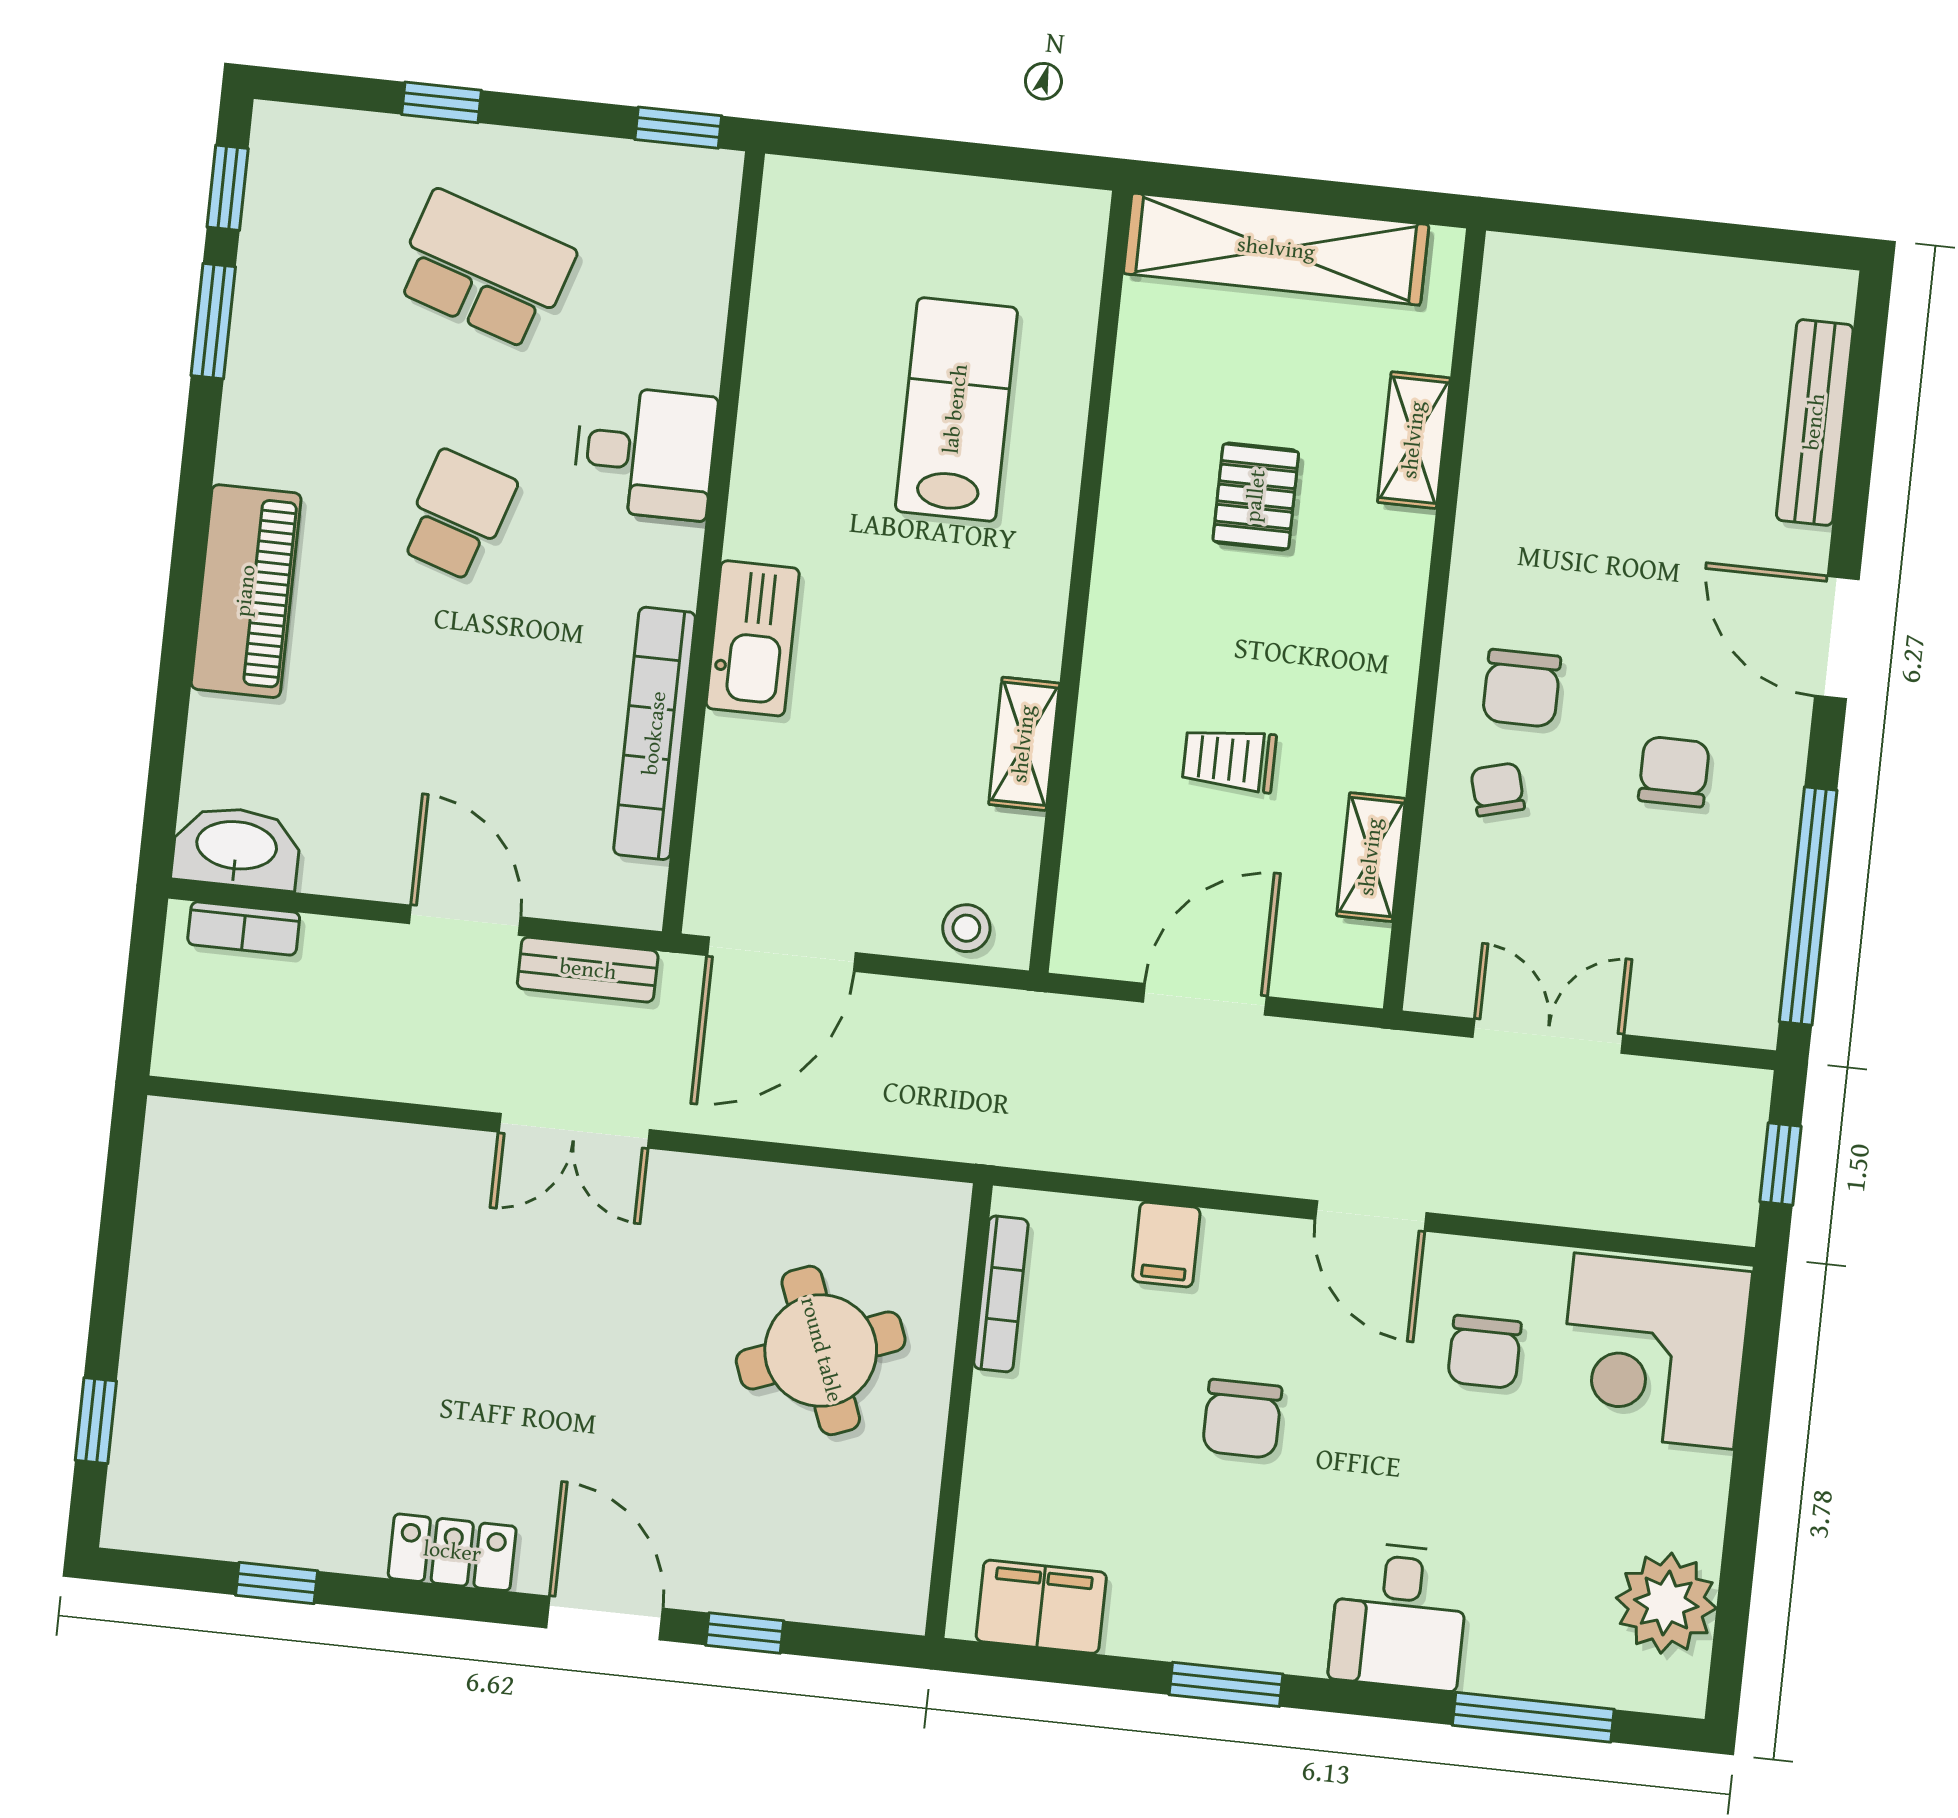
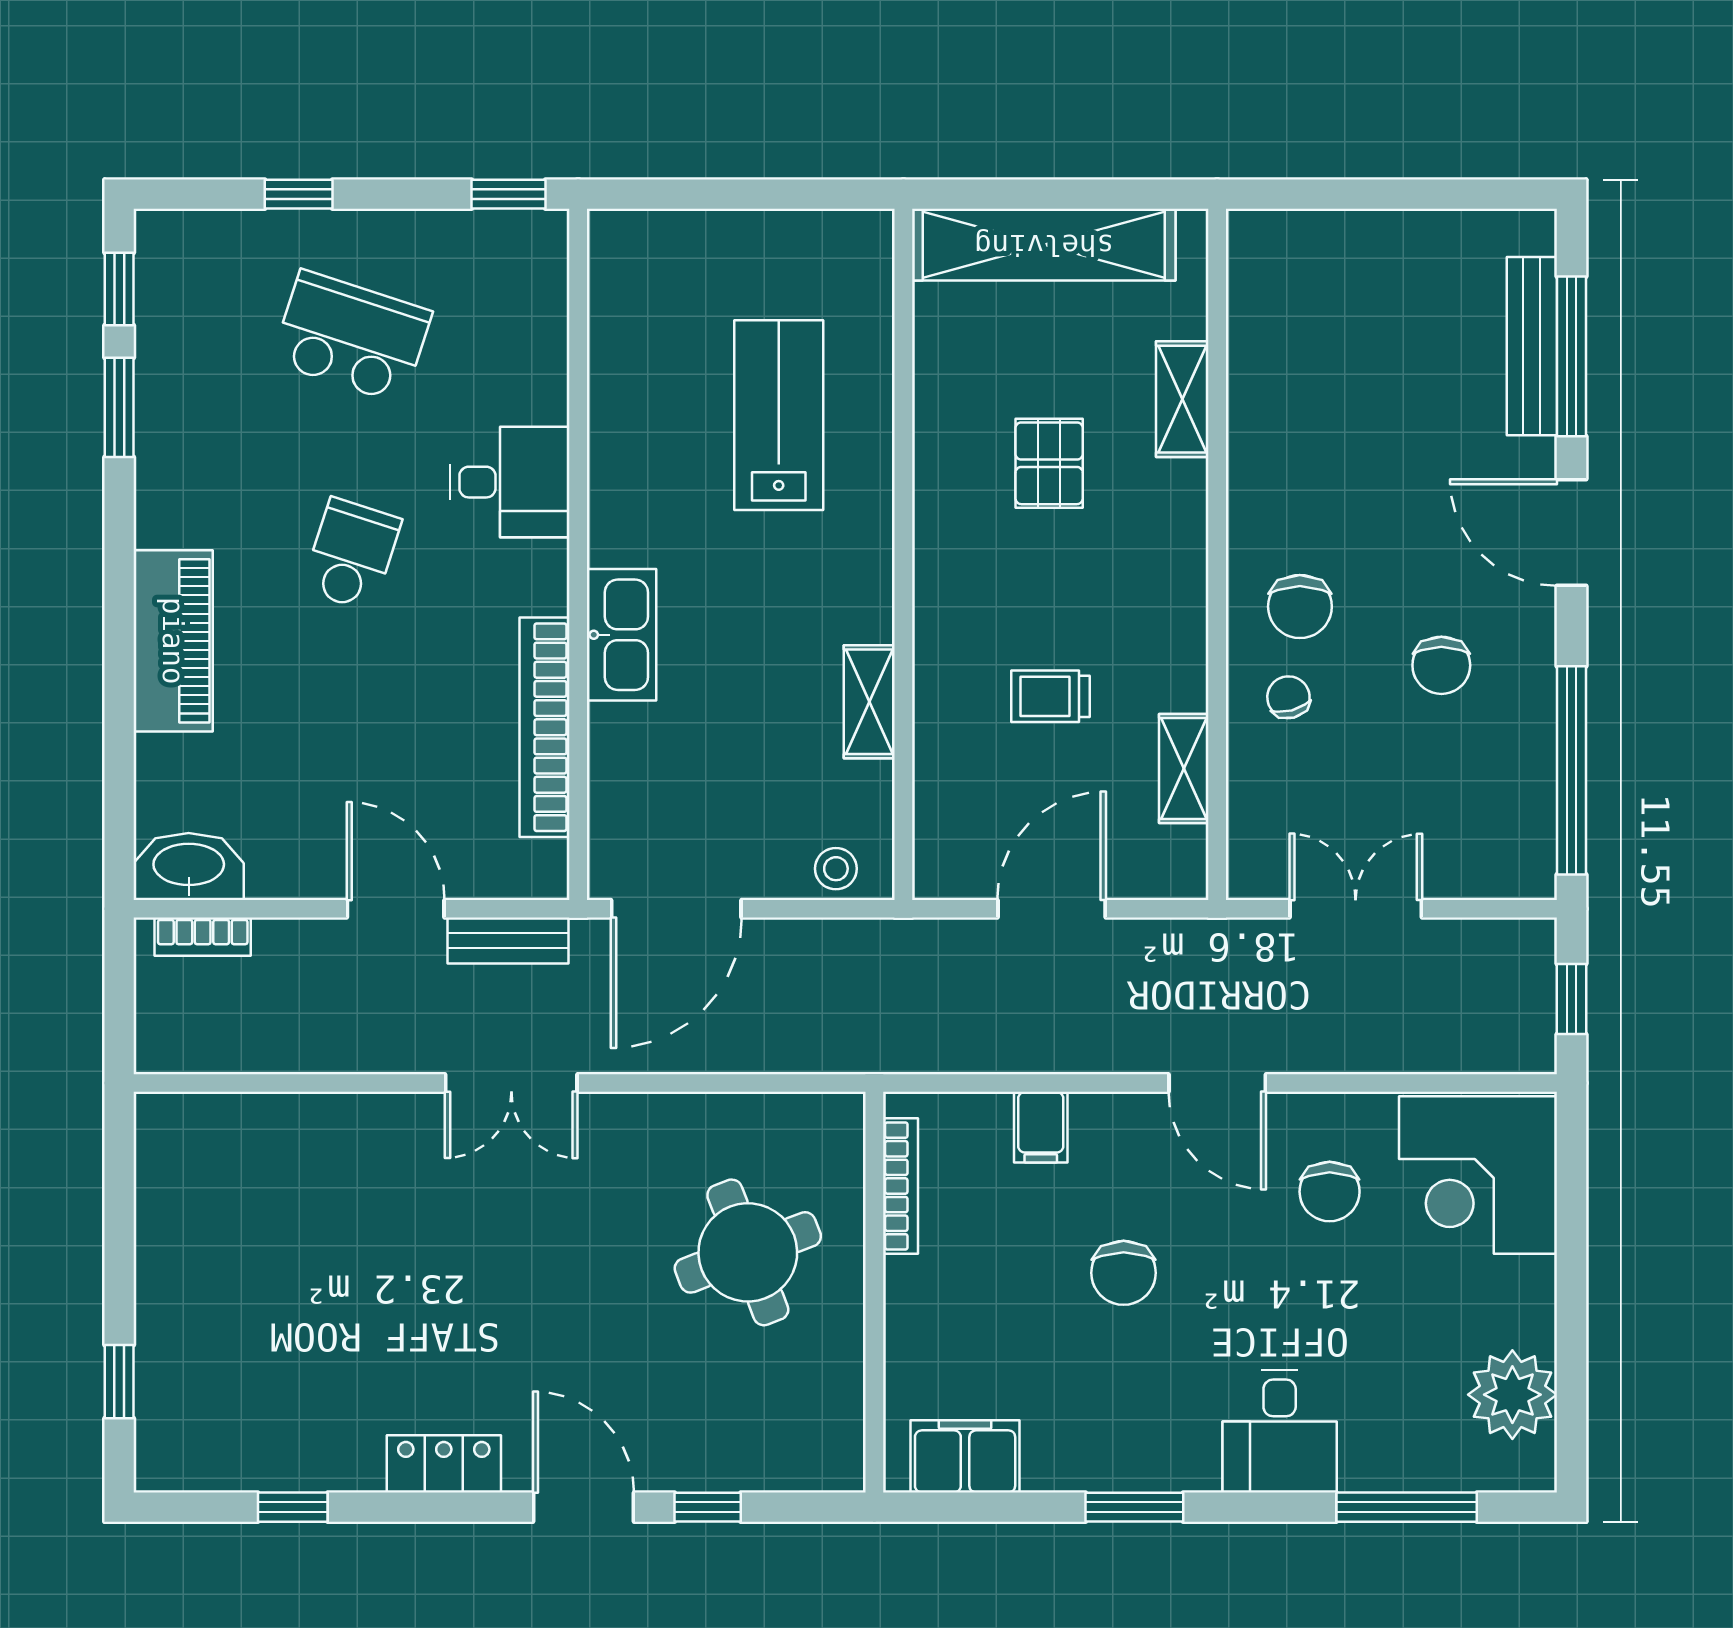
window: (1858, 439) -> (1571, 356), added
chair: (1674, 772) -> (1441, 665), turned 180

